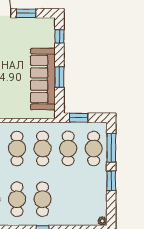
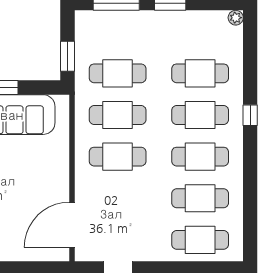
cafe table: (94, 148) -> (200, 73), moved

